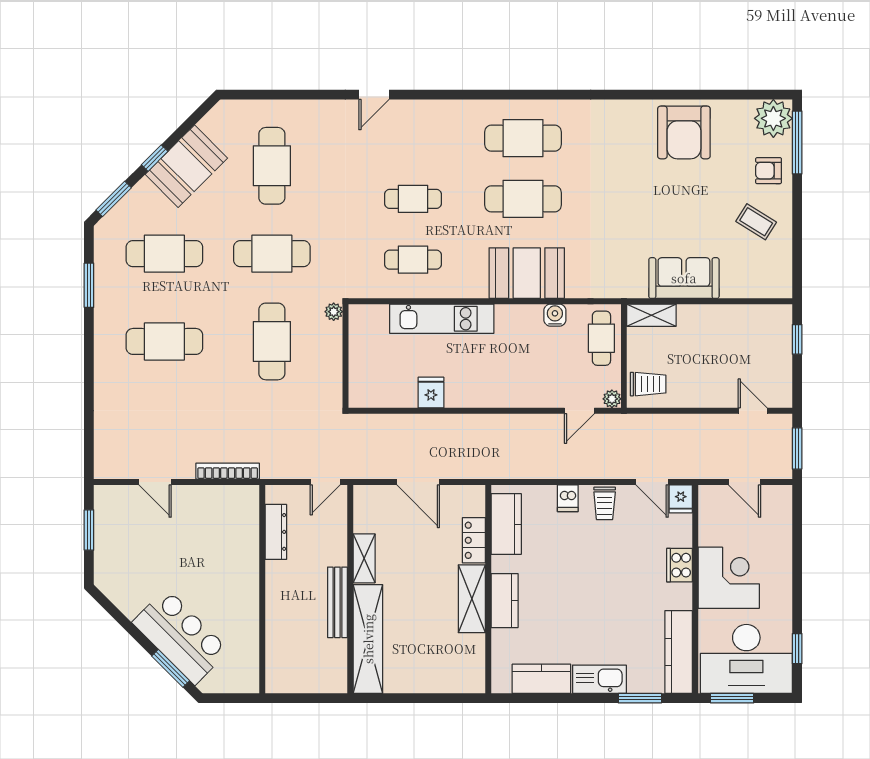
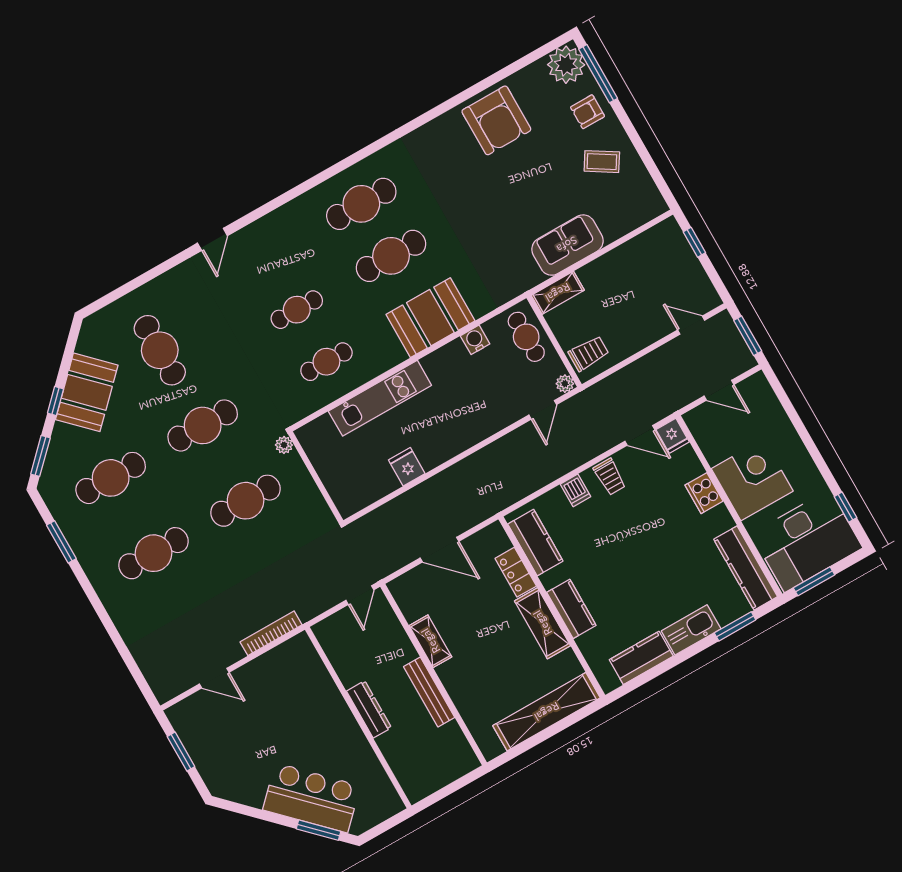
cafe table: (272, 341) -> (246, 501), turned 90
dresser: (276, 532) -> (369, 709), moved
shelving: (368, 639) -> (547, 712), moved, turned 90

